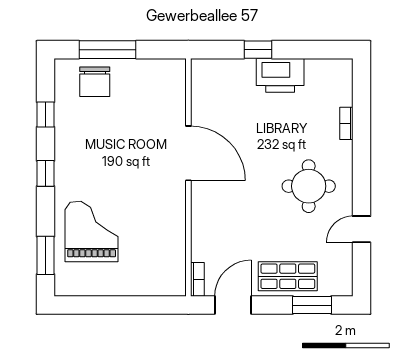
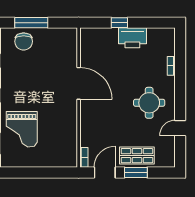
grand piano: (92, 231) -> (22, 129), turned 180
window: (312, 305) -> (136, 173), moved

